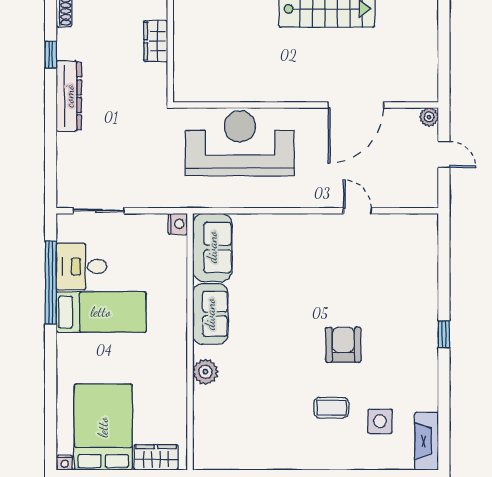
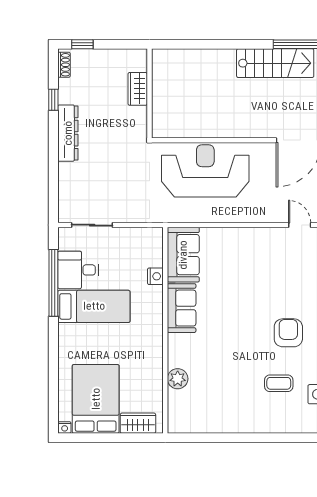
nightstand: (178, 224) -> (155, 276), moved
plant: (205, 372) -> (178, 379), moved

